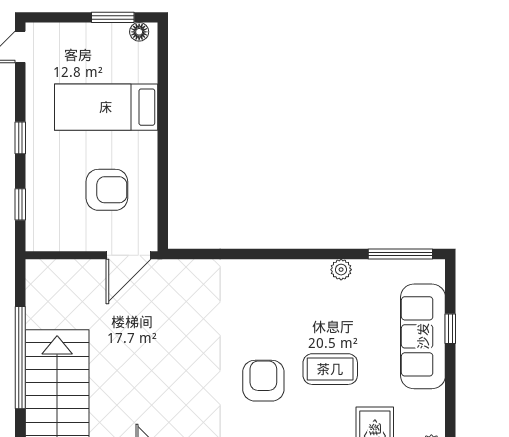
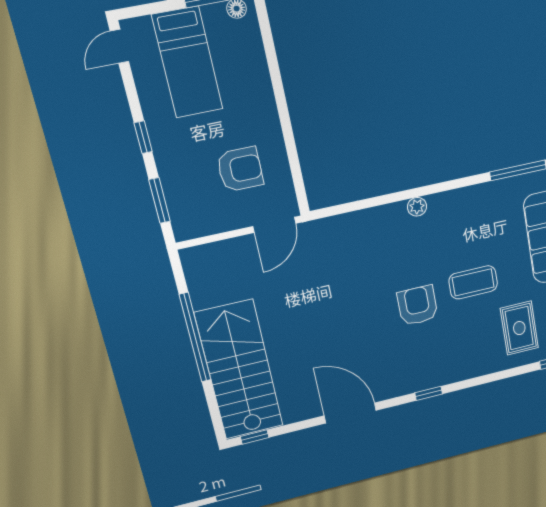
bed: (106, 107) -> (187, 62), moved, turned -90
window: (20, 204) -> (160, 200), width x1.50
plant: (341, 270) -> (417, 207), moved

